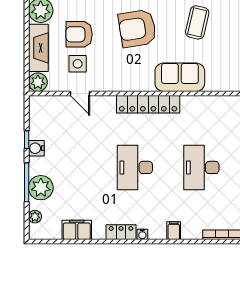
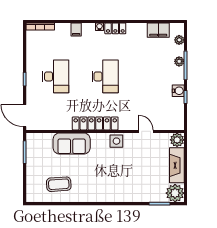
coffee table: (197, 22) -> (59, 184), turned 73
armchair: (137, 28) -> (103, 180), removed
armchair: (79, 34) -> (146, 175), removed
side table: (78, 64) -> (116, 141), moved
plant: (41, 188) -> (179, 61), width x0.53, depth x0.53
filing cabinet: (77, 230) -> (158, 30), moved

